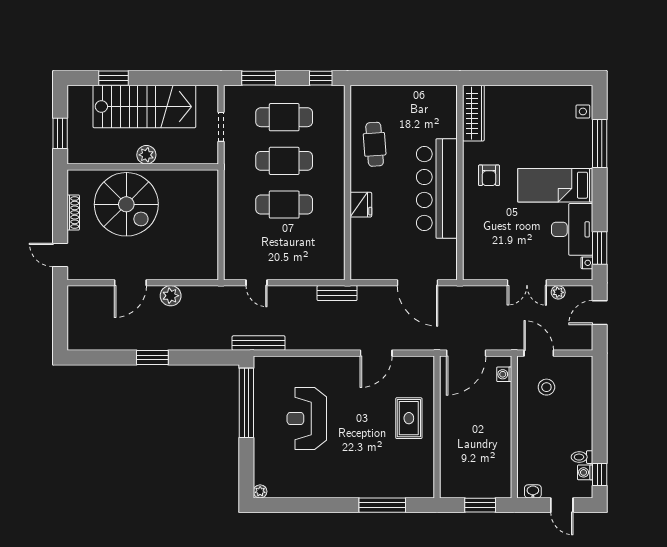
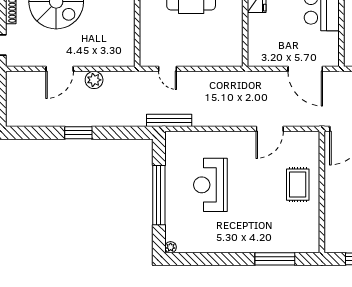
bench: (337, 293) -> (236, 78), removed
window: (246, 403) -> (159, 195), moved

